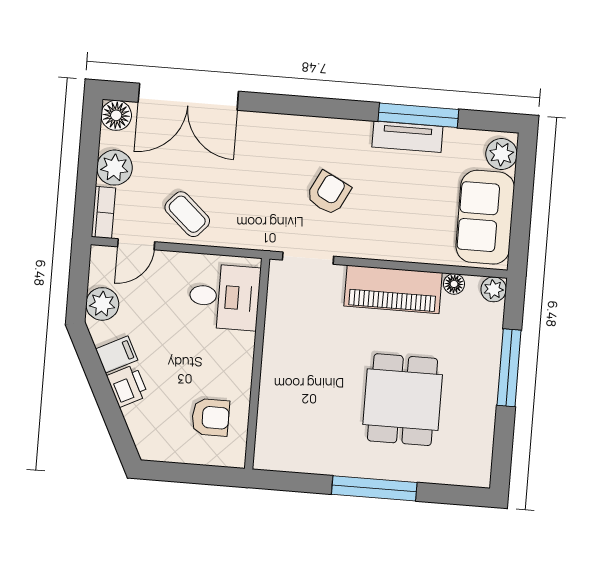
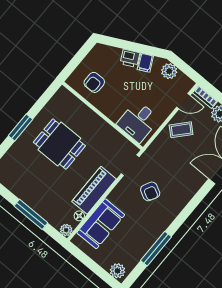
tv unit: (407, 137) -> (150, 238), removed
sofa: (485, 217) -> (101, 224), moved, turned 90
door: (136, 244) -> (183, 101), swing flipped
dining table: (403, 400) -> (59, 144), moved
window: (374, 488) -> (21, 127), width x0.69

